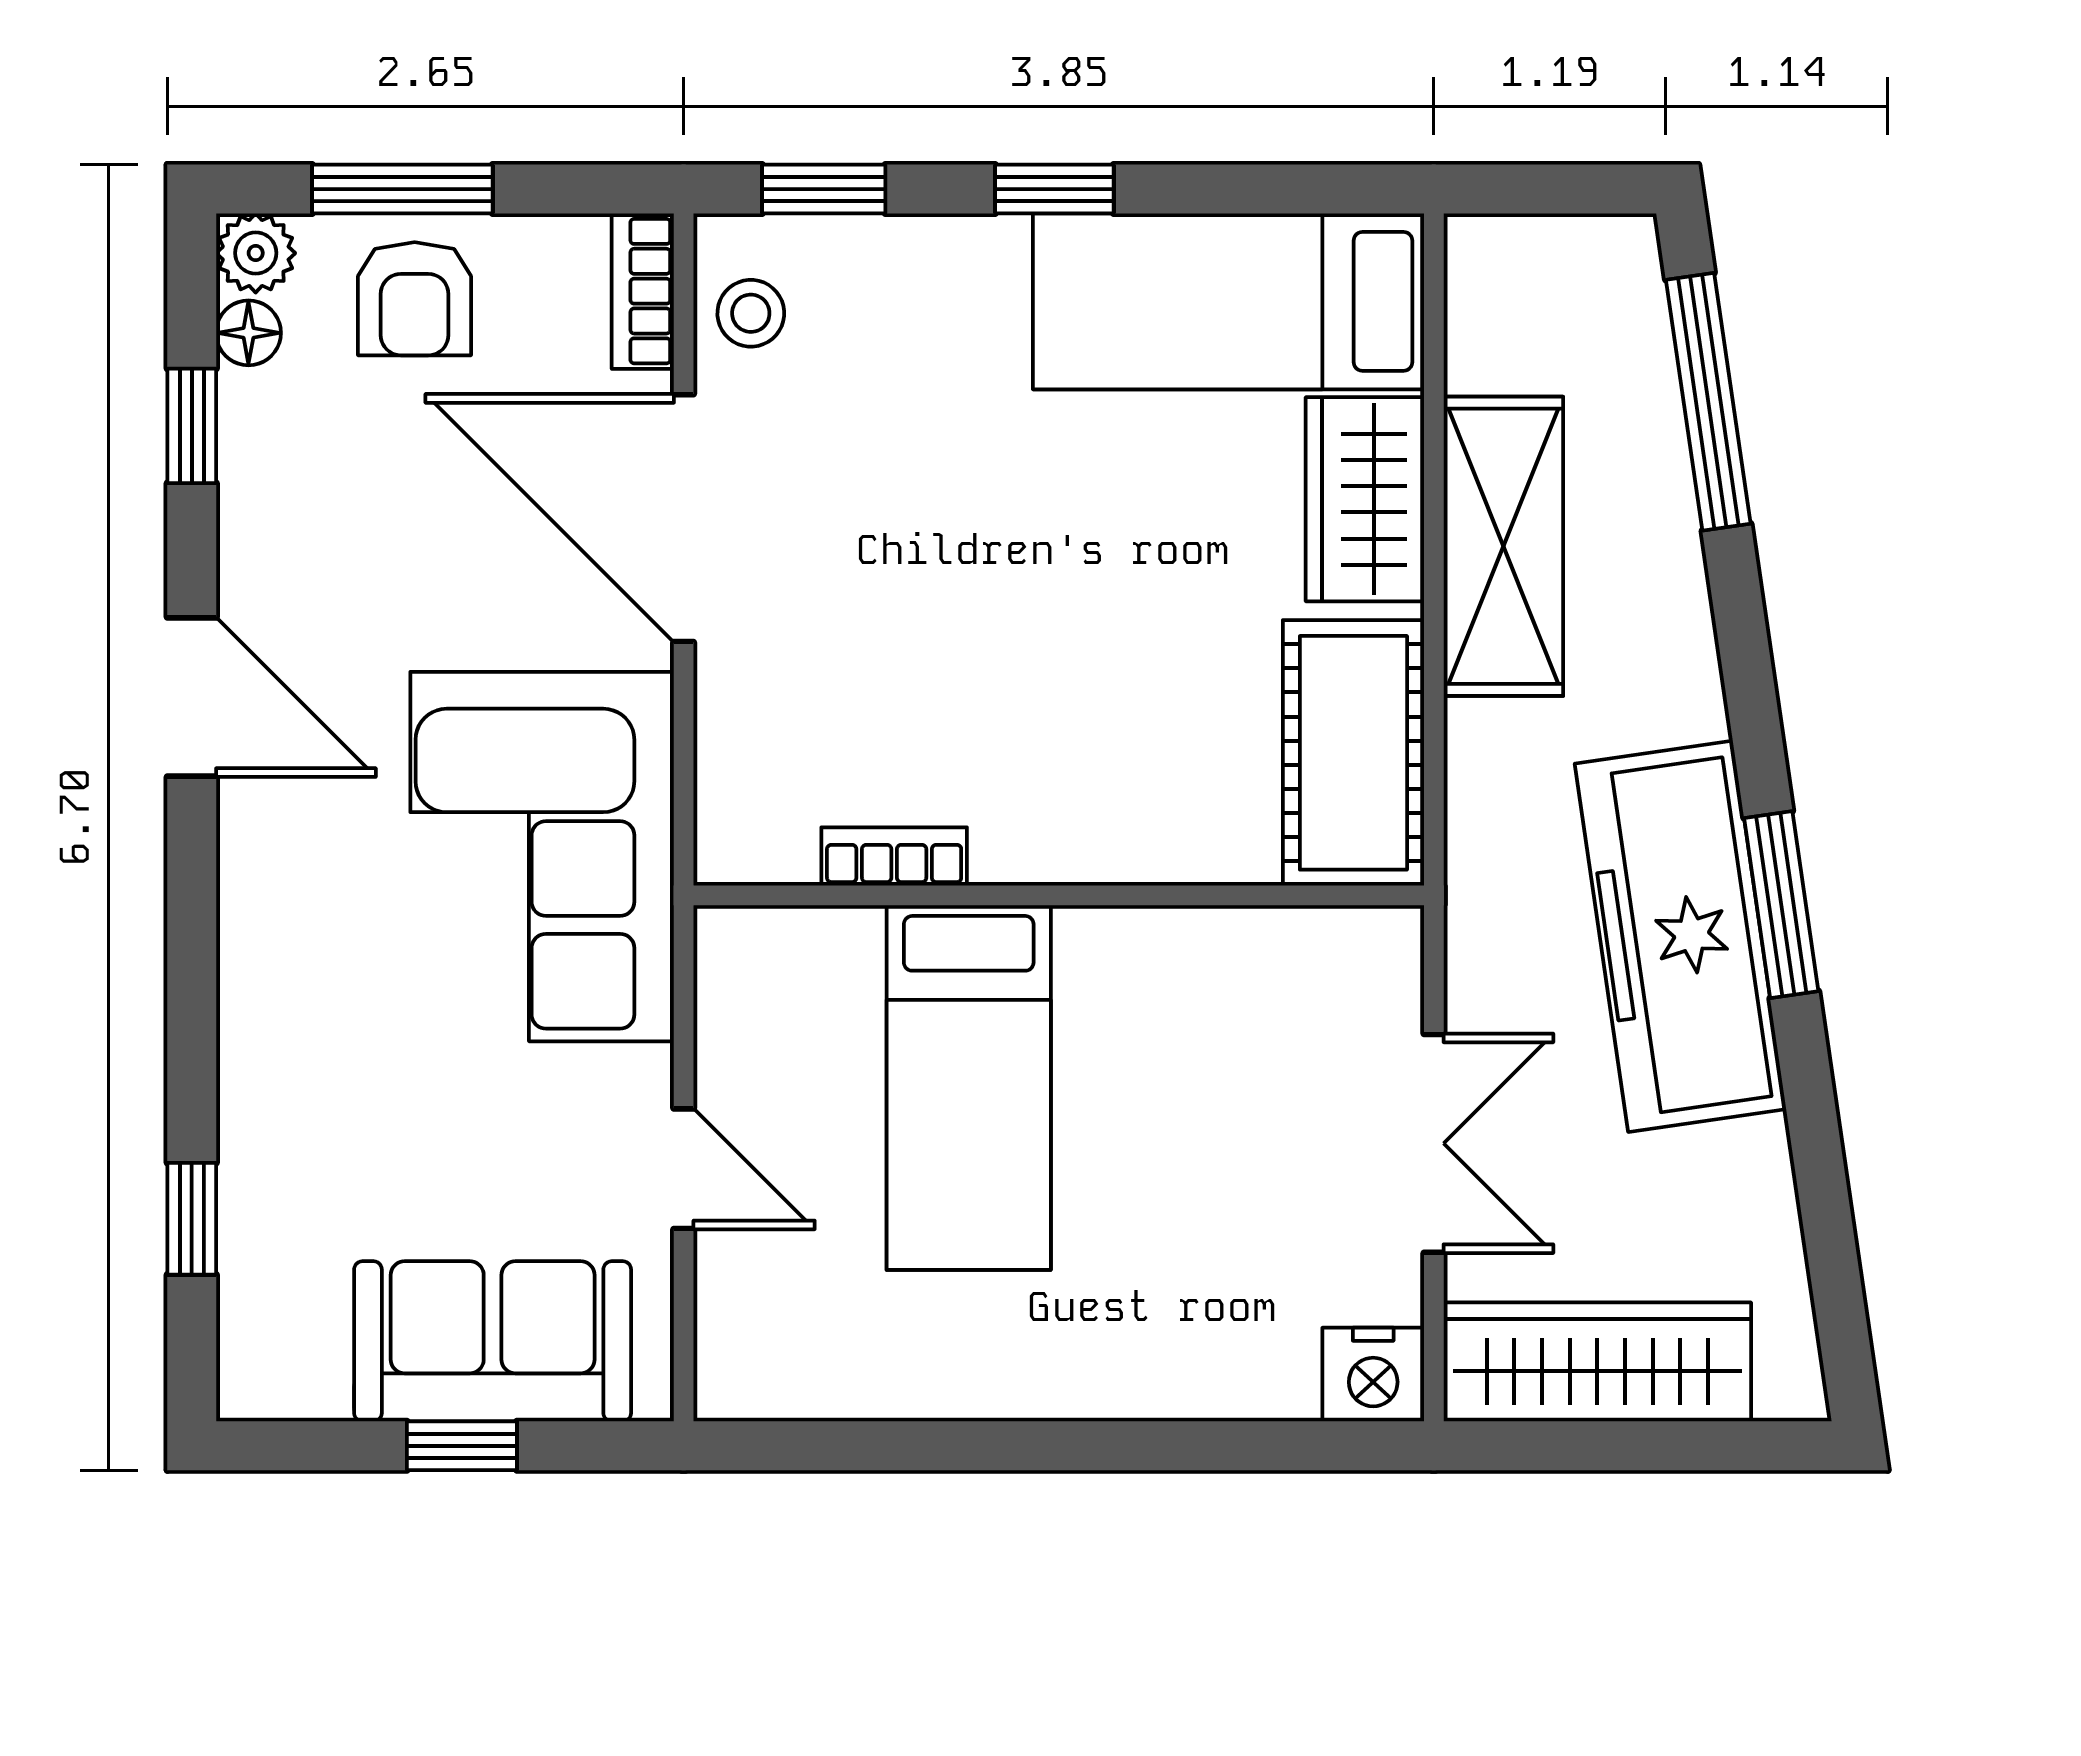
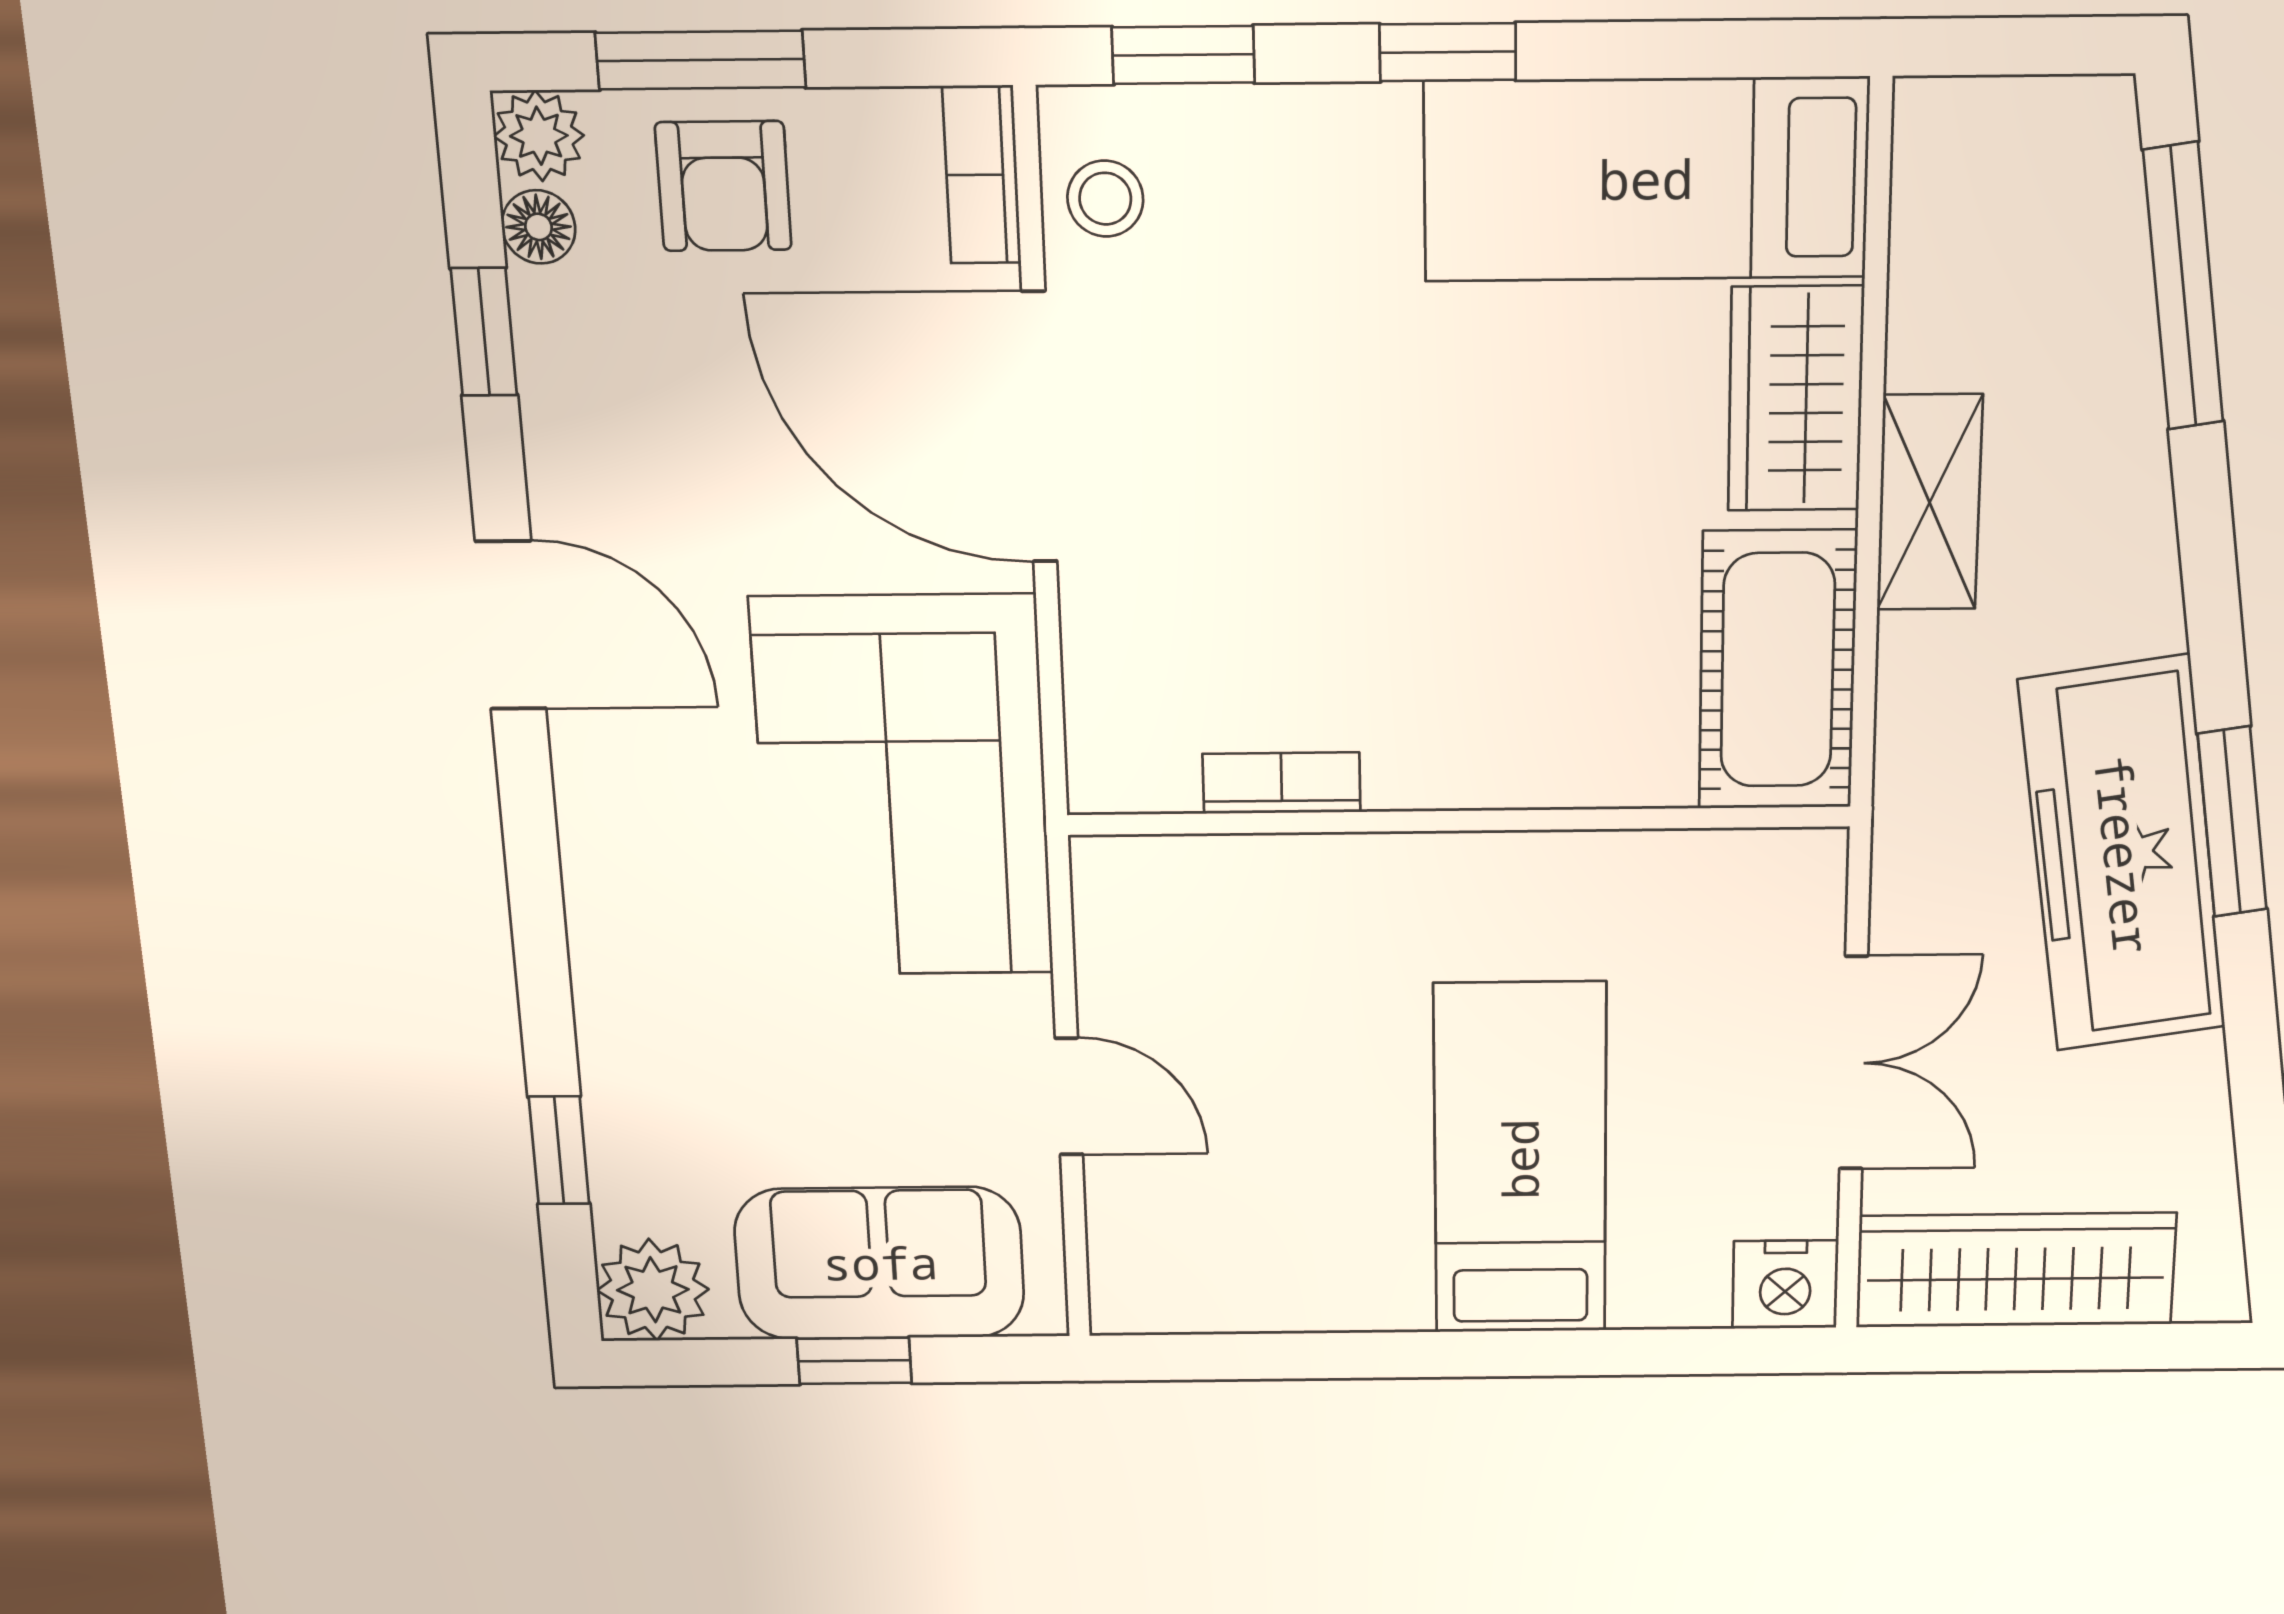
shelving: (1503, 546) -> (1930, 503), width x0.67, depth x0.75
bed: (969, 1087) -> (1520, 1159), moved, turned 180
plant: (271, 1367) -> (653, 1290), added

